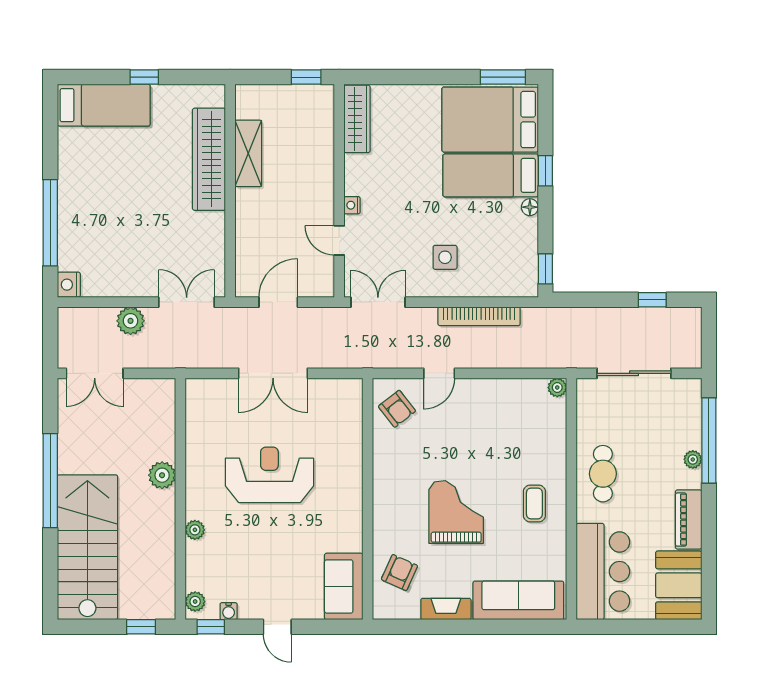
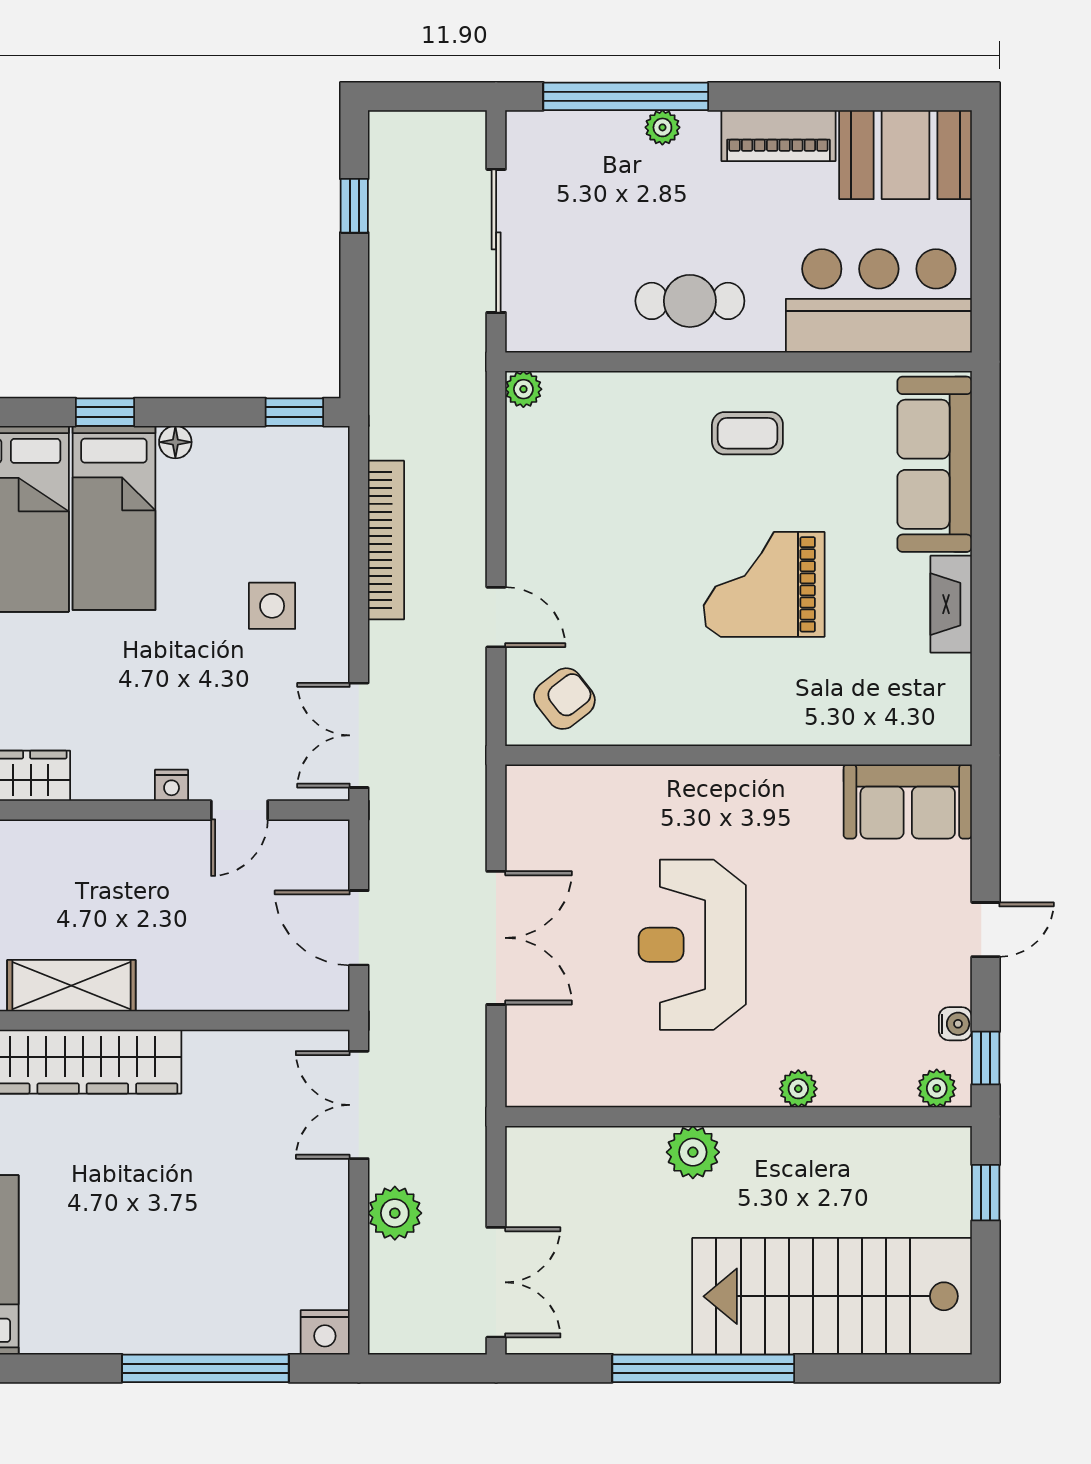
armchair: (399, 573) -> (881, 694), removed

